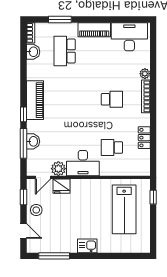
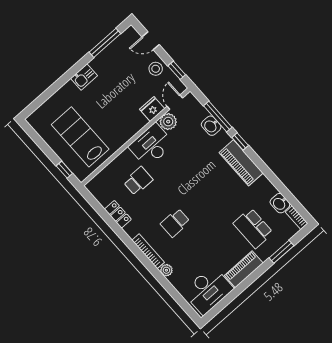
school desk: (65, 51) -> (253, 228), turned 180

